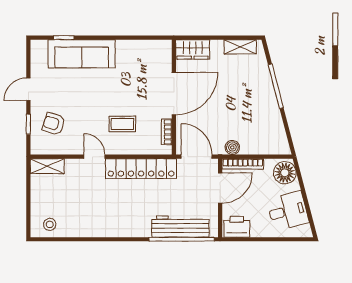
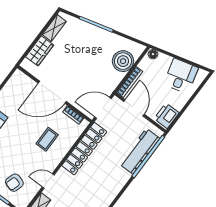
wardrobe: (193, 49) -> (40, 51), moved
door: (174, 94) -> (52, 92), swing flipped
boiler: (232, 147) -> (123, 61), moved, width x1.86, depth x1.86
door: (94, 157) -> (48, 181), moved
floor lamp: (285, 173) -> (153, 54), width x0.53, depth x0.53

